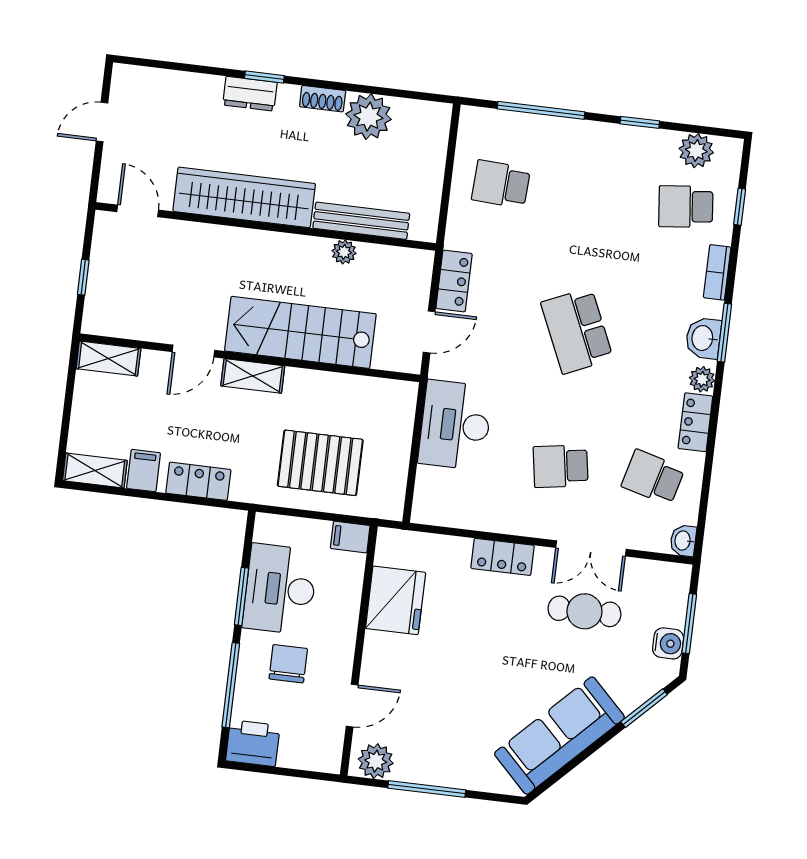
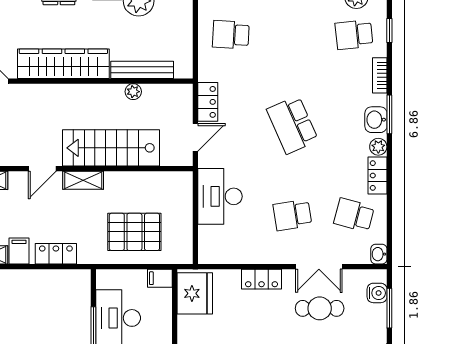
fridge: (396, 600) -> (195, 293), moved
water cooler: (668, 643) -> (377, 293), moved

